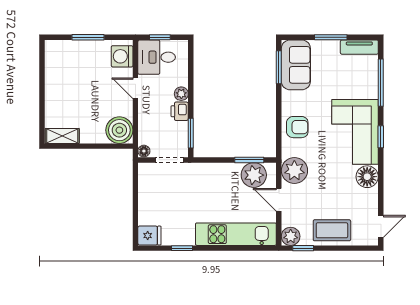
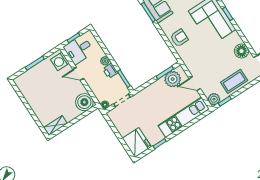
plant: (294, 171) -> (193, 62), removed
floor lamp: (367, 177) -> (241, 51), moved
fridge: (149, 236) -> (137, 142), width x1.88, depth x1.34

